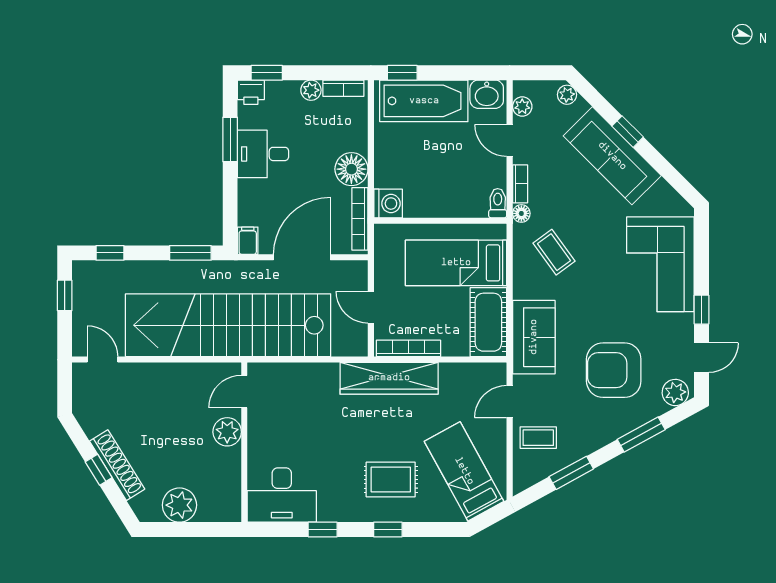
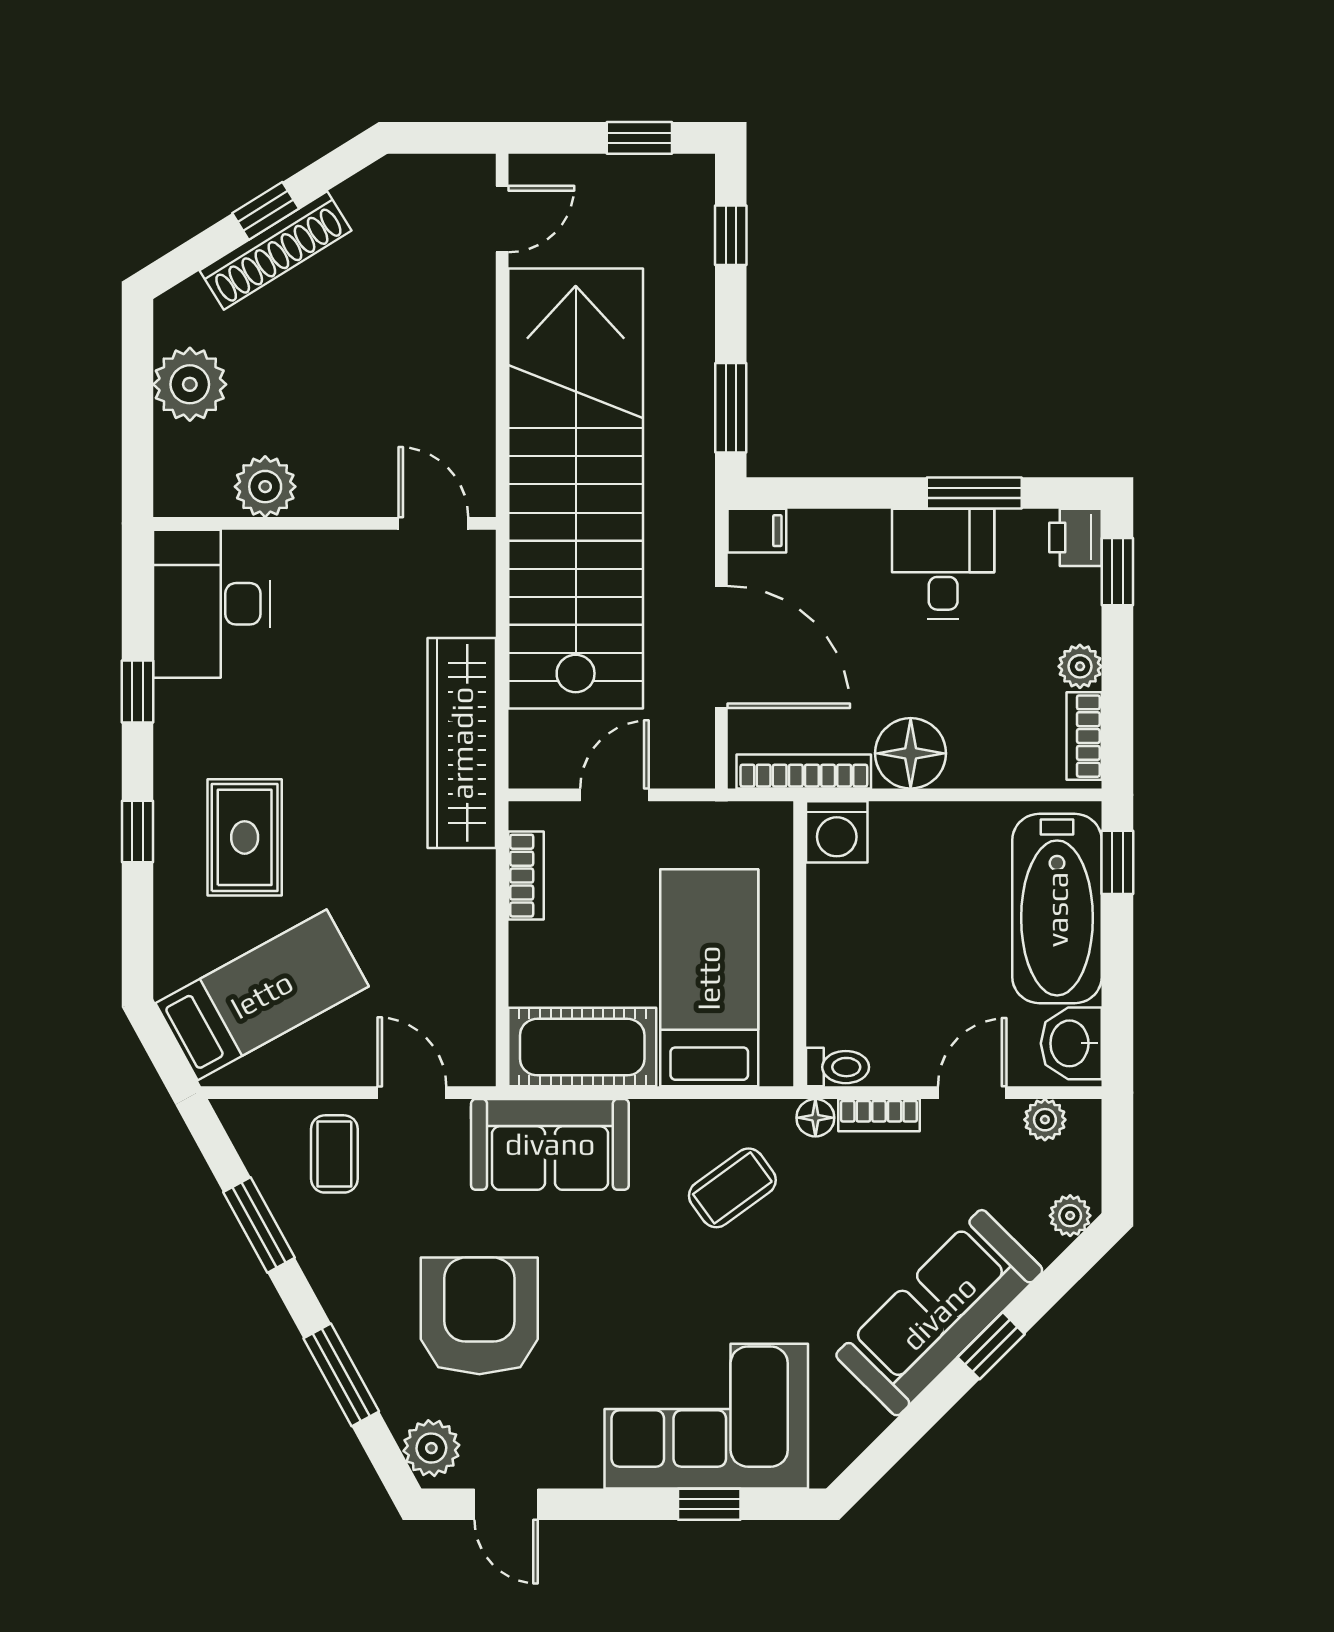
window: (701, 310) -> (709, 1504), moved
bookcase: (408, 348) -> (526, 876), width x0.64
wardrobe: (389, 378) -> (462, 743), moved
plant: (227, 432) -> (265, 487), moved

